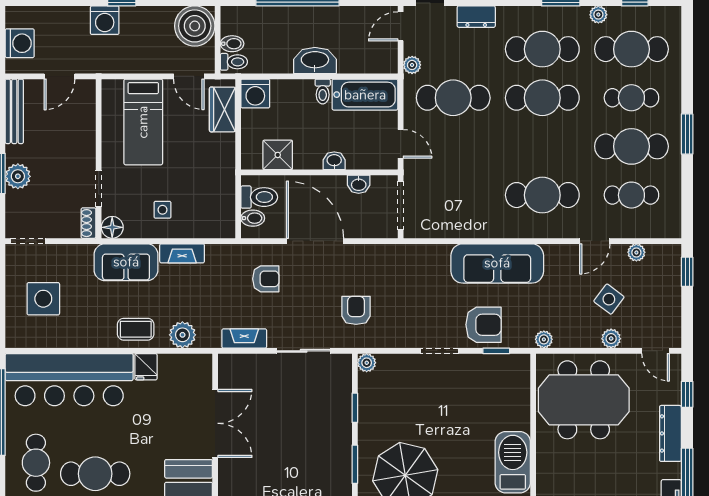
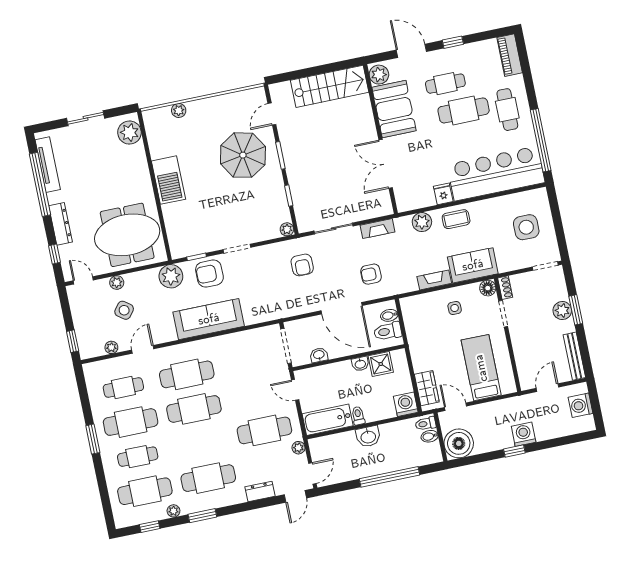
washbasin: (315, 61) -> (368, 437), width x0.72
cafe table: (542, 98) -> (194, 409), moved
washbasin: (334, 161) -> (360, 364), moved
plant: (544, 339) -> (171, 276), width x1.88, depth x1.88

